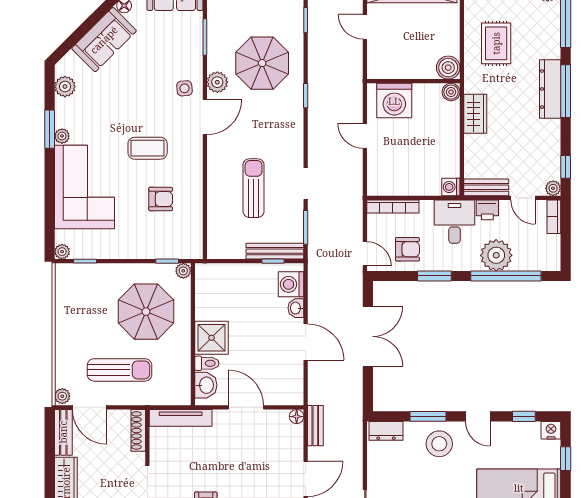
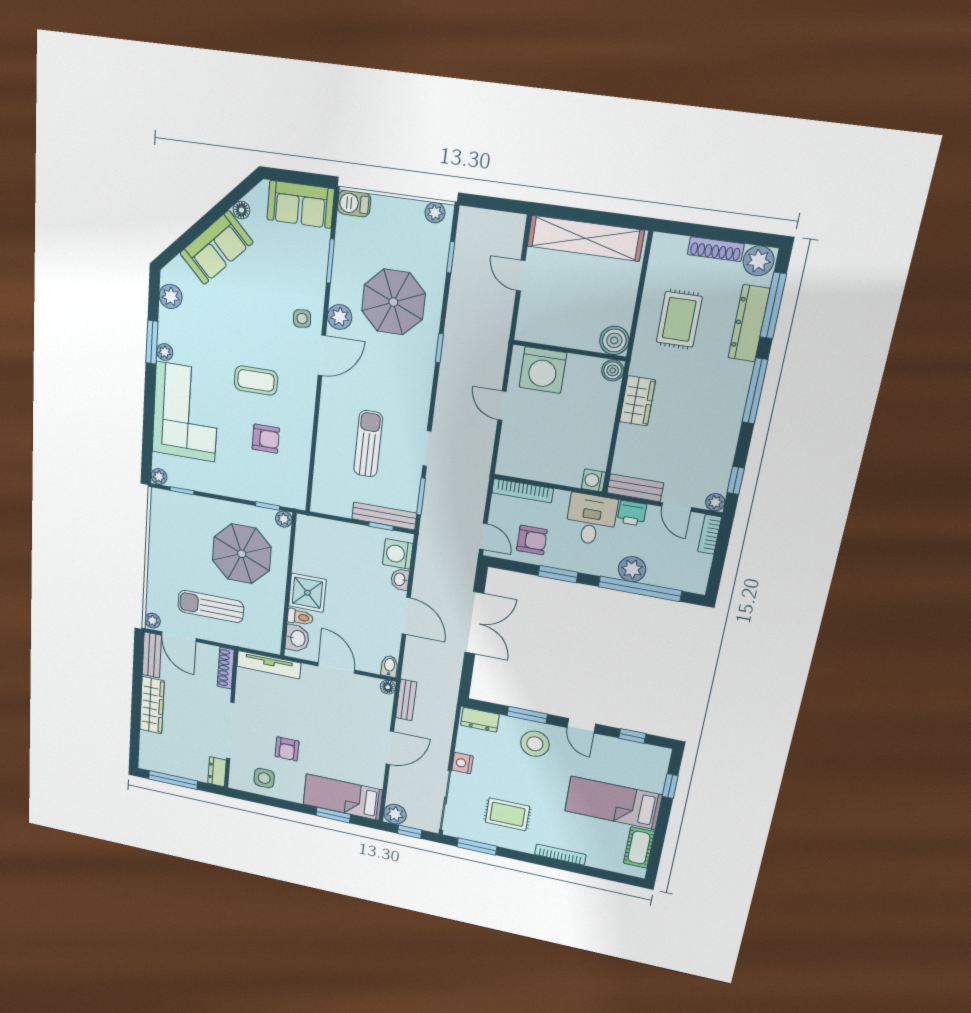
dresser: (550, 89) -> (749, 323), moved
plant: (496, 255) -> (632, 569), width x0.73, depth x0.73
sun lounger: (120, 370) -> (211, 606), turned 180
bidet: (296, 395) -> (389, 666), added
nightstand: (551, 430) -> (463, 763), moved, turned -90

